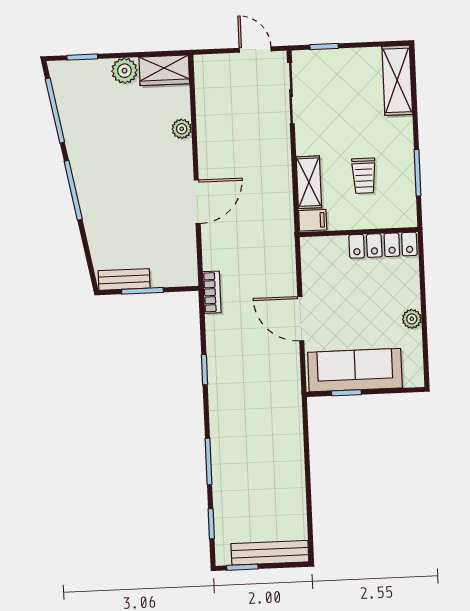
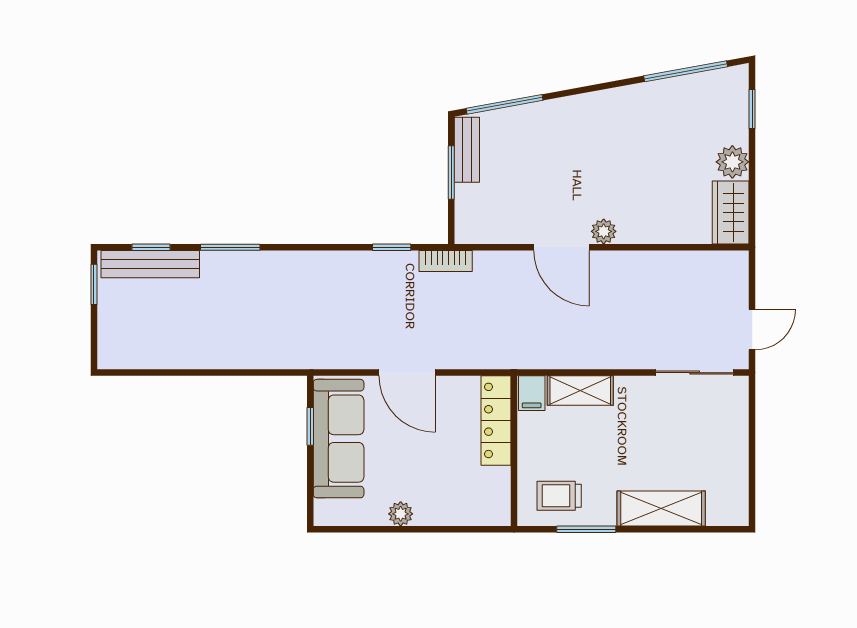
window: (324, 47) -> (752, 417), removed
shelving: (397, 80) -> (661, 508), moved
plant: (182, 129) -> (604, 231), moved
trolley: (364, 176) -> (559, 496), moved
window: (73, 190) -> (505, 104), moved
locker: (383, 245) -> (496, 420), moved
door: (301, 319) -> (407, 373), swing flipped
window: (204, 370) -> (392, 247), moved
bench: (270, 553) -> (150, 264), moved, turned 90

